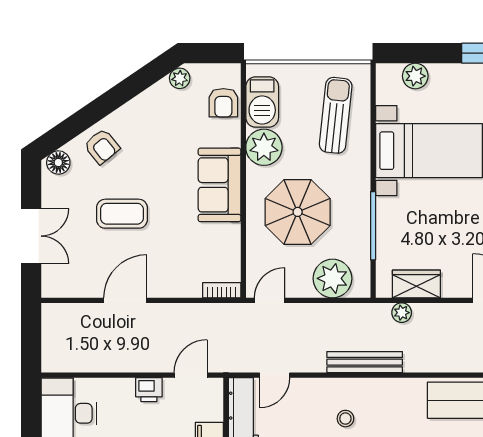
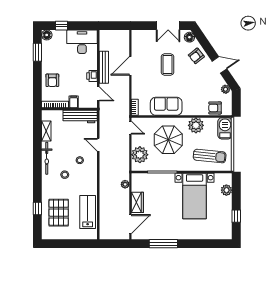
door: (123, 92) -> (219, 65), added
barbecue: (262, 102) -> (225, 128), moved, turned 90
sofa: (219, 185) -> (166, 106), moved
double door: (31, 236) -> (168, 26), moved
wardrobe: (416, 284) -> (137, 202), moved
door: (125, 300) -> (130, 66), swing flipped
bench: (365, 362) -> (104, 67), moved
door: (275, 375) -> (98, 145), moved

